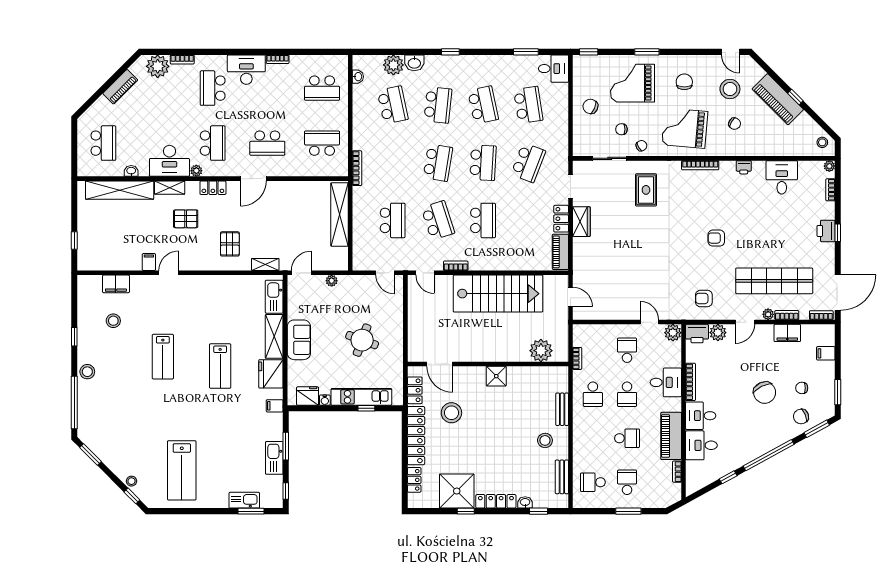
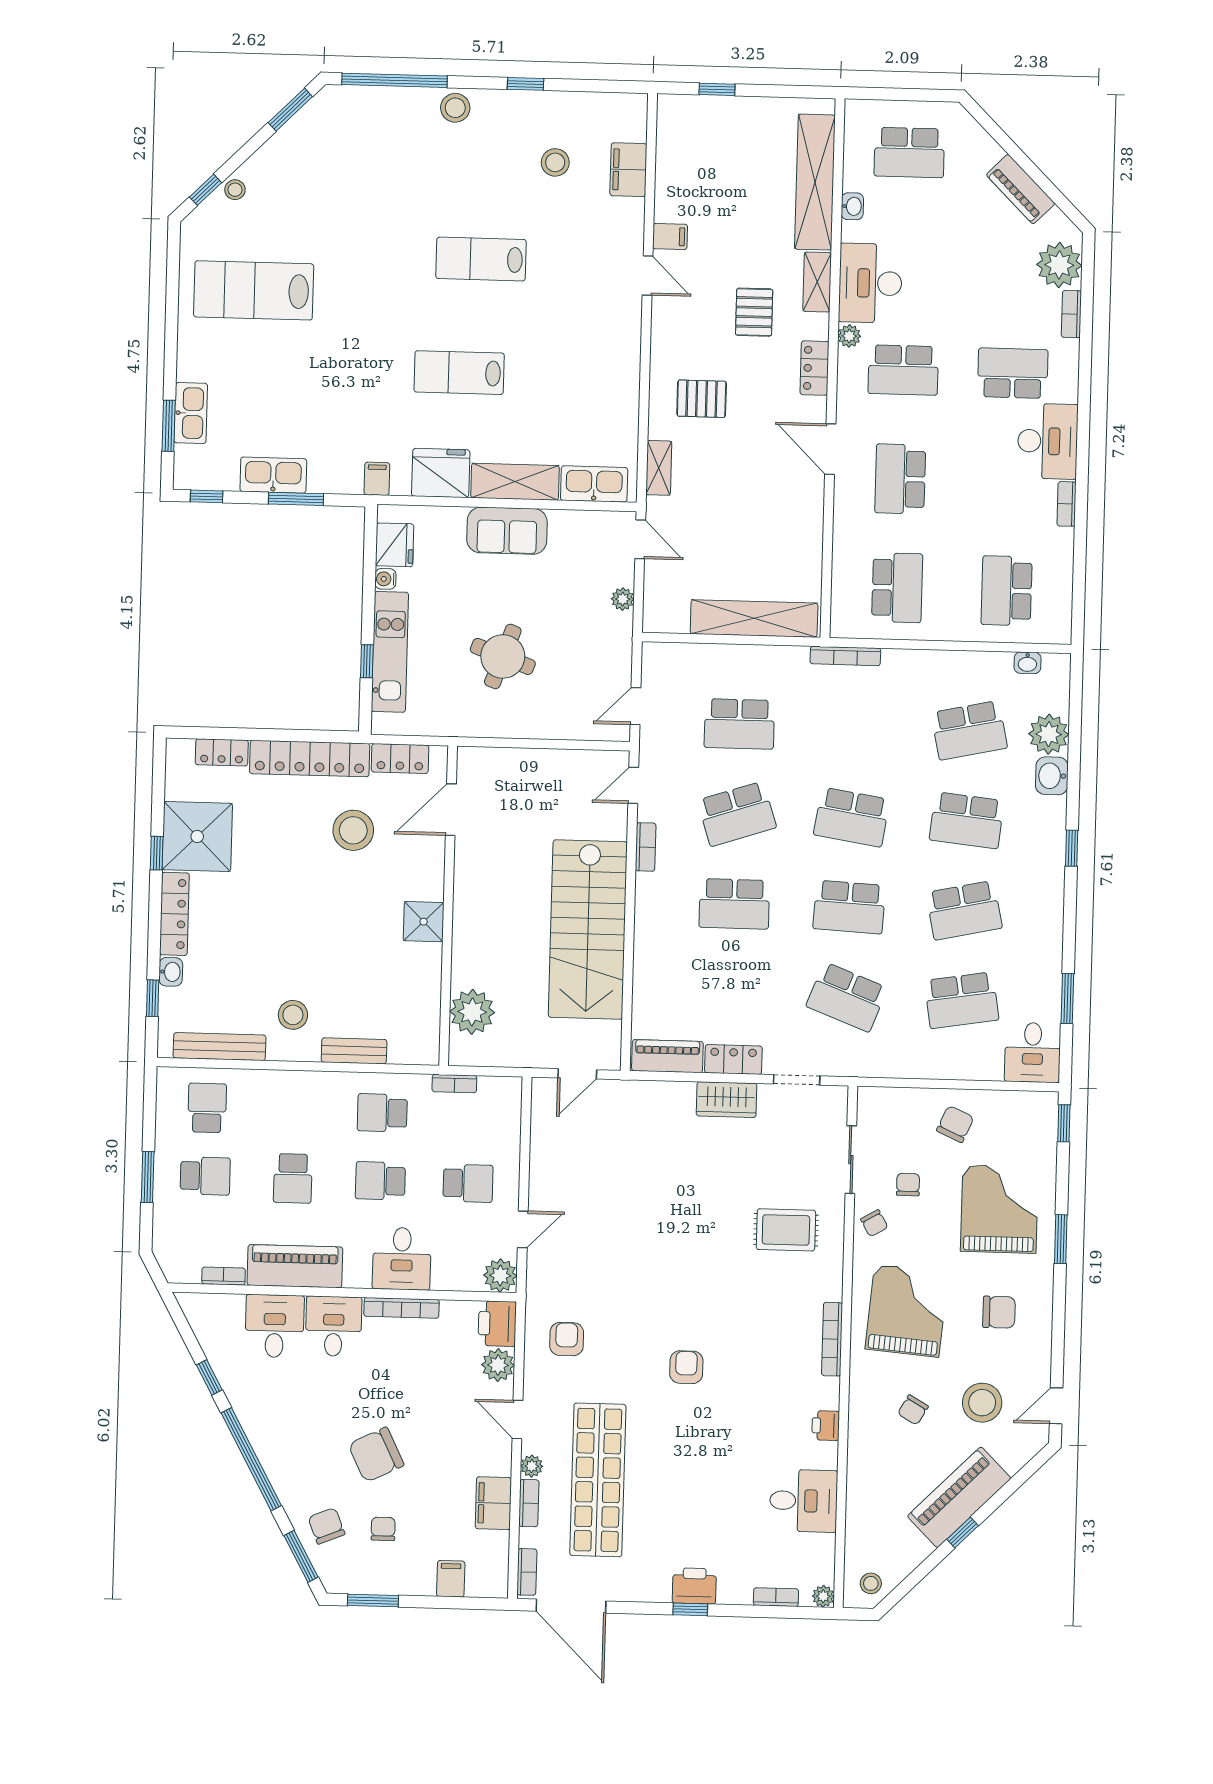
bench: (562, 477) -> (220, 1047), width x1.36

